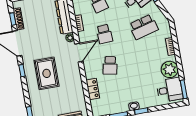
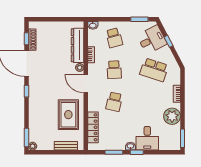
school desk: (144, 27) -> (154, 70), turned 33
door: (79, 53) -> (86, 84), swing flipped
rug: (47, 73) -> (68, 115), moved
locker: (93, 89) -> (93, 127), width x1.53
desk: (170, 90) -> (147, 138), moved, turned 90

